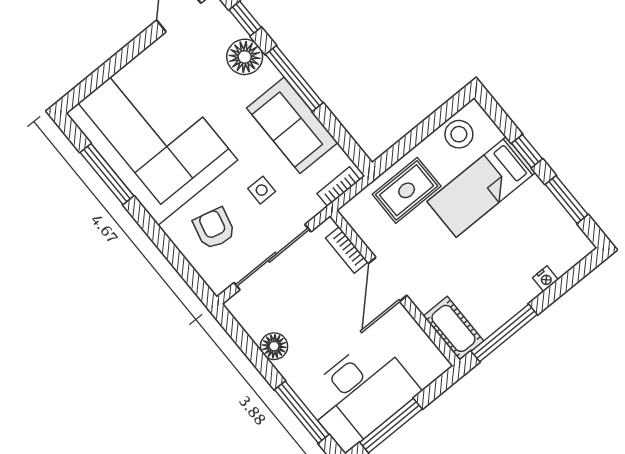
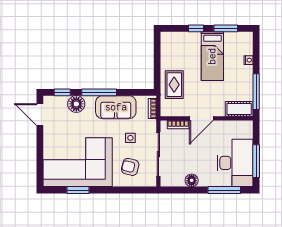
stool: (459, 134) -> (169, 48), removed
window: (107, 174) -> (78, 190), width x0.69
bed: (481, 187) -> (212, 56), moved
door: (388, 279) -> (201, 118), hinge flipped

